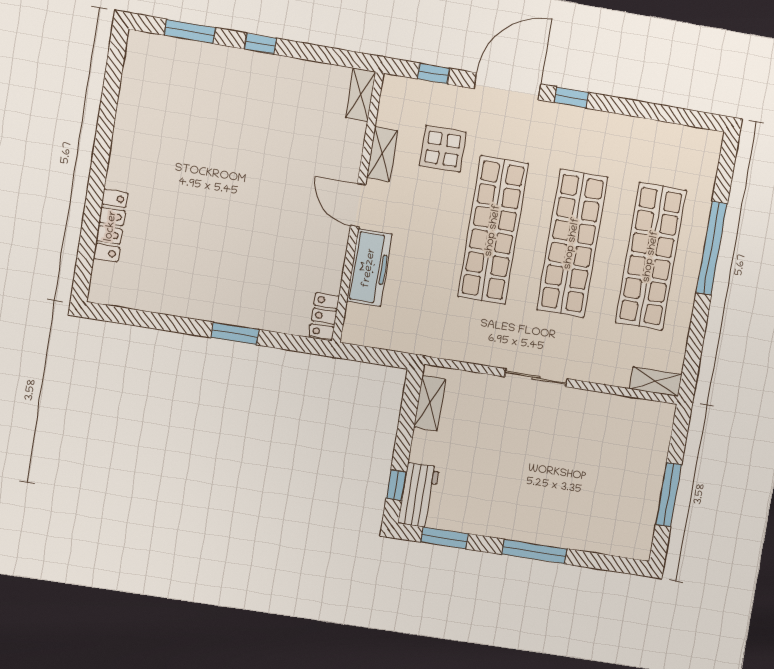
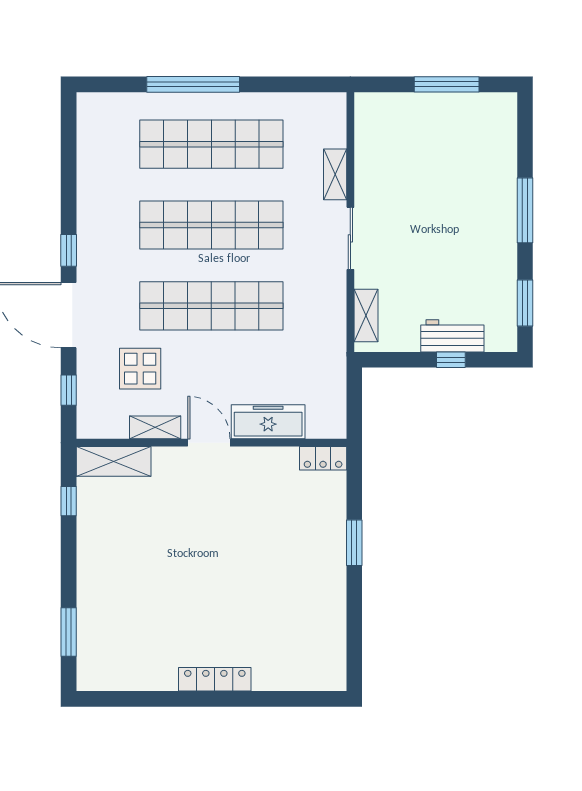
window: (260, 44) -> (69, 501), moved
shelving: (361, 95) -> (114, 461), width x1.50, depth x1.33
door: (358, 205) -> (209, 443), swing flipped
locker: (111, 226) -> (215, 679), moved
shelving: (656, 382) -> (335, 174), moved
shelving: (430, 403) -> (366, 316), moved, turned 90
window: (396, 485) -> (451, 360), moved
workbench: (419, 495) -> (452, 336), moved

